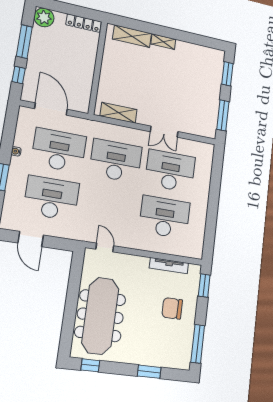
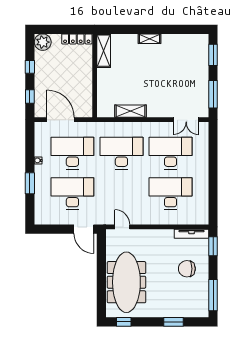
shelving: (132, 36) -> (104, 51), moved, turned 90
window: (24, 42) -> (30, 67), width x0.46
shelving: (119, 113) -> (131, 111), moved
double door: (164, 132) -> (186, 120), moved
door: (31, 239) -> (84, 229), moved
tv unit: (169, 266) -> (191, 234), moved

